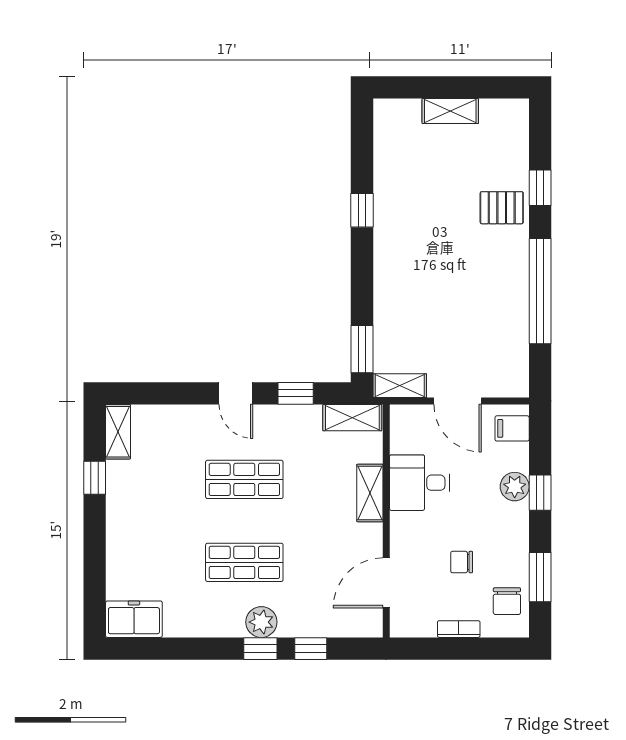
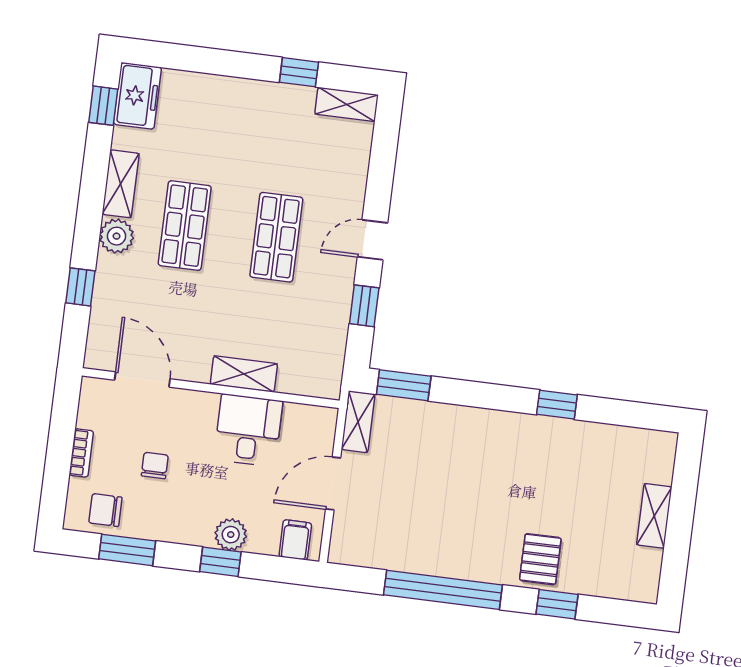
shelving: (352, 418) -> (121, 184), moved
window: (260, 649) -> (103, 106), moved

